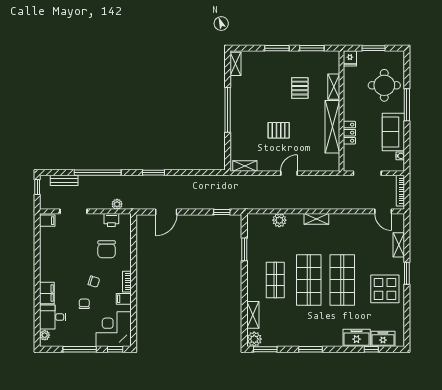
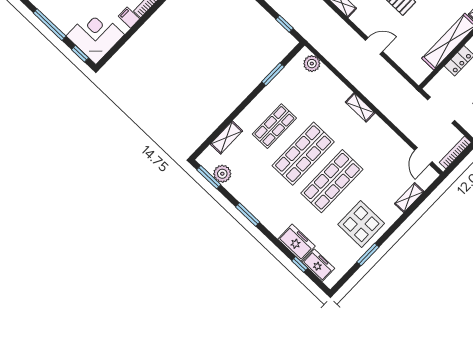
plant: (279, 220) -> (312, 64), moved
window: (407, 273) -> (368, 254), moved
plant: (254, 339) -> (222, 174), moved

